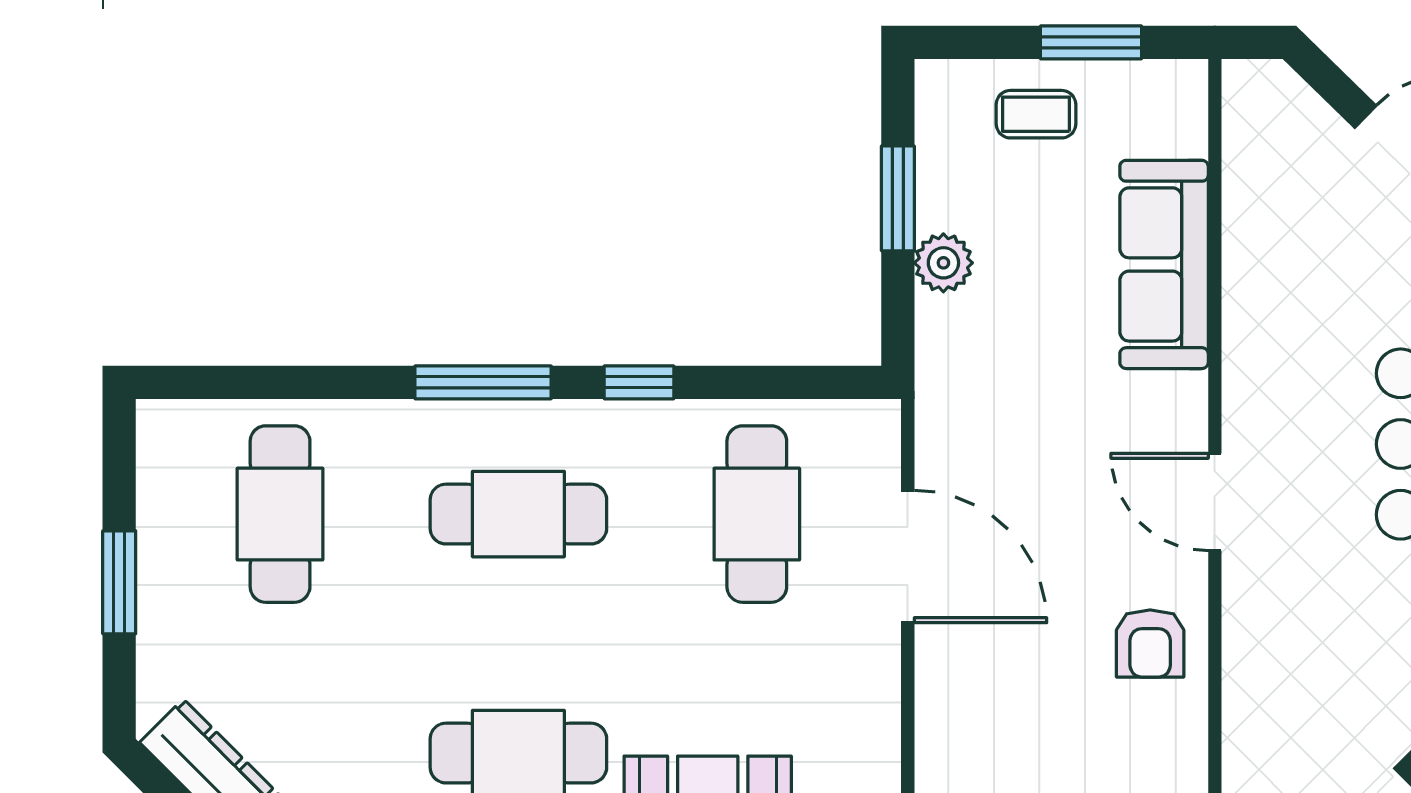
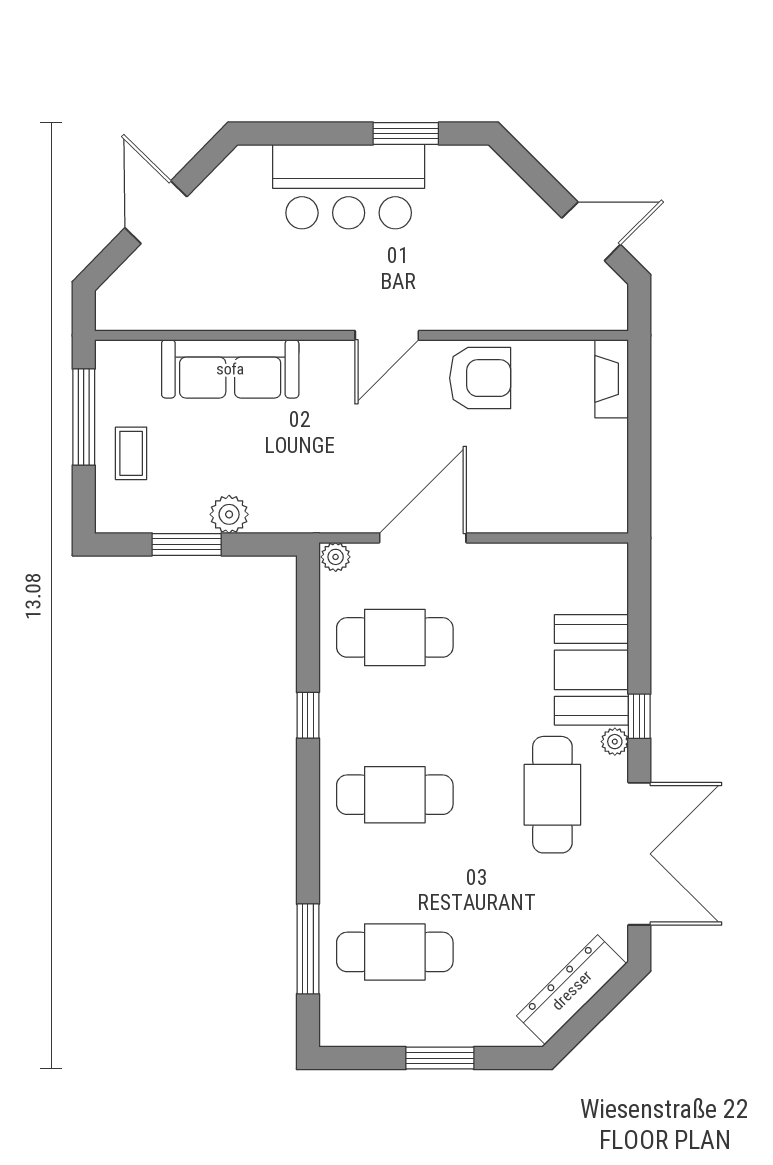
window: (1091, 42) -> (84, 417), width x1.44
window: (483, 382) -> (308, 949), moved
plant: (879, 424) -> (336, 557), added
cafe table: (518, 514) -> (395, 795), turned 90
armchair: (1150, 643) -> (480, 378), width x1.38, depth x1.38

